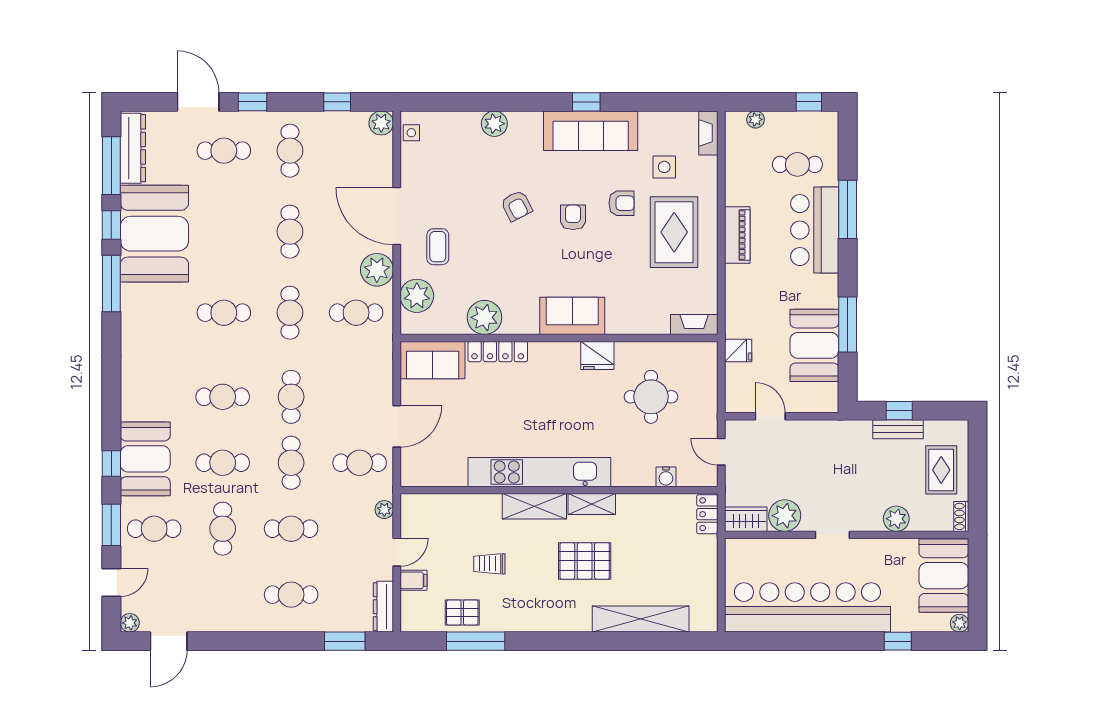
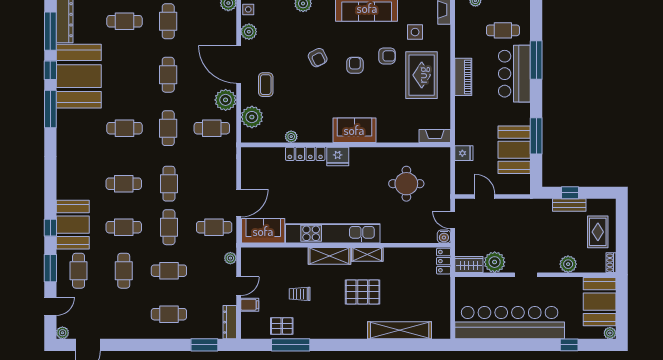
plant: (412, 166) -> (249, 32), added
plant: (484, 317) -> (291, 137), width x0.53, depth x0.53
fridge: (597, 356) -> (338, 156), moved
sofa: (433, 360) -> (263, 231), moved, turned 180
water cooler: (666, 477) -> (444, 236), moved
cafe table: (154, 529) -> (79, 271), turned 90

